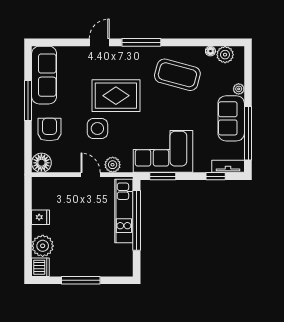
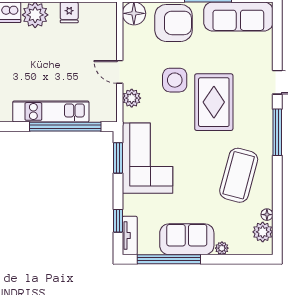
armchair: (49, 130) -> (174, 23), width x1.36, depth x1.36
door: (91, 175) -> (120, 72), swing flipped
kitchen unit: (124, 211) -> (51, 111), moved

